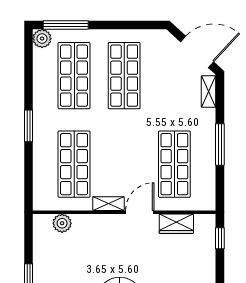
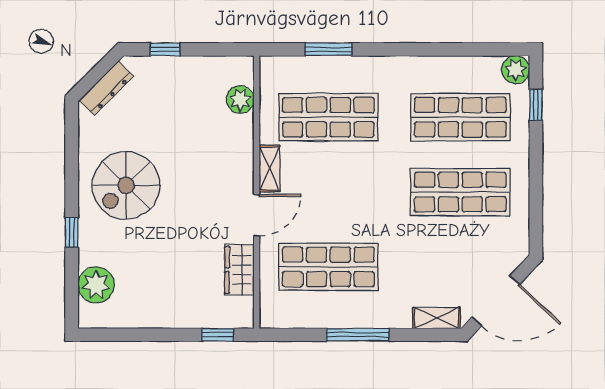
window: (66, 25) -> (536, 105), width x0.46
door: (197, 52) -> (496, 301), hinge flipped
window: (28, 126) -> (329, 49), moved
door: (140, 212) -> (257, 215), hinge flipped

